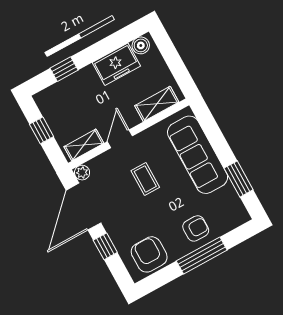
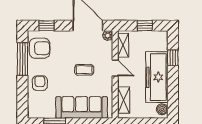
freezer: (116, 64) -> (157, 77), width x1.91, depth x1.26
armchair: (196, 228) -> (40, 83), turned 180
window: (105, 246) -> (46, 26), moved
window: (202, 255) -> (22, 59), moved

